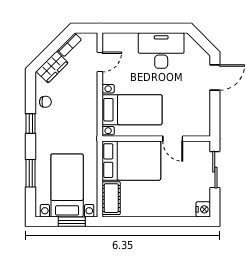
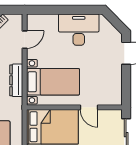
dresser: (90, 108) -> (16, 80), added

